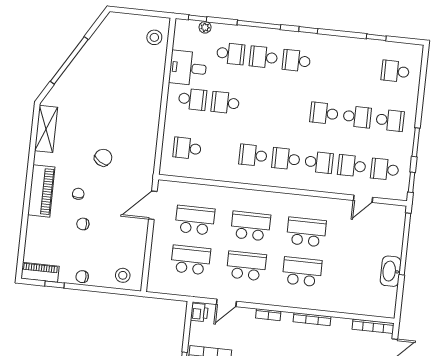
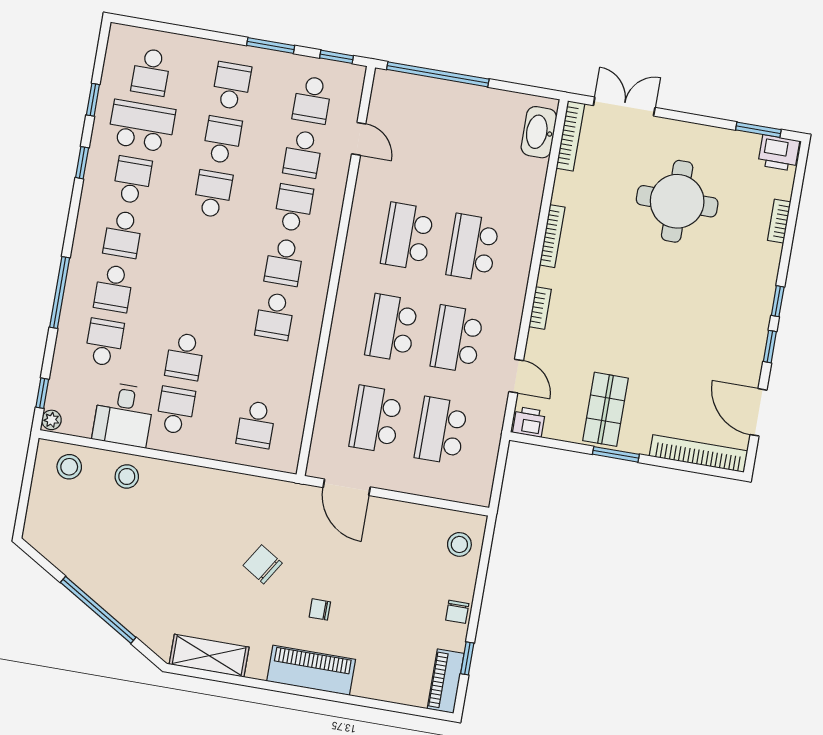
plant: (205, 27) -> (51, 420), moved
window: (308, 30) -> (82, 163), moved
school desk: (329, 64) -> (132, 180), added
school desk: (362, 68) -> (142, 126), added
stool: (151, 72) -> (127, 476), added
school desk: (324, 113) -> (213, 194), turned 180
chair: (83, 224) -> (370, 605), removed
washbasin: (390, 271) -> (539, 132), moved, turned 90

